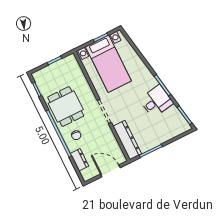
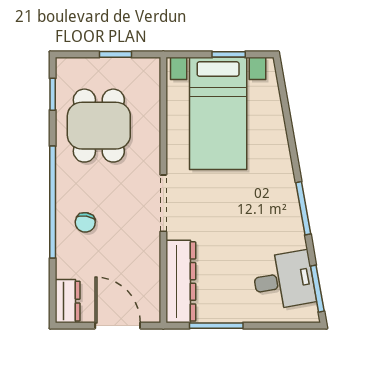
desk: (156, 101) -> (284, 280), moved
dining table: (66, 106) -> (99, 126), moved
dresser: (79, 160) -> (68, 301), moved

